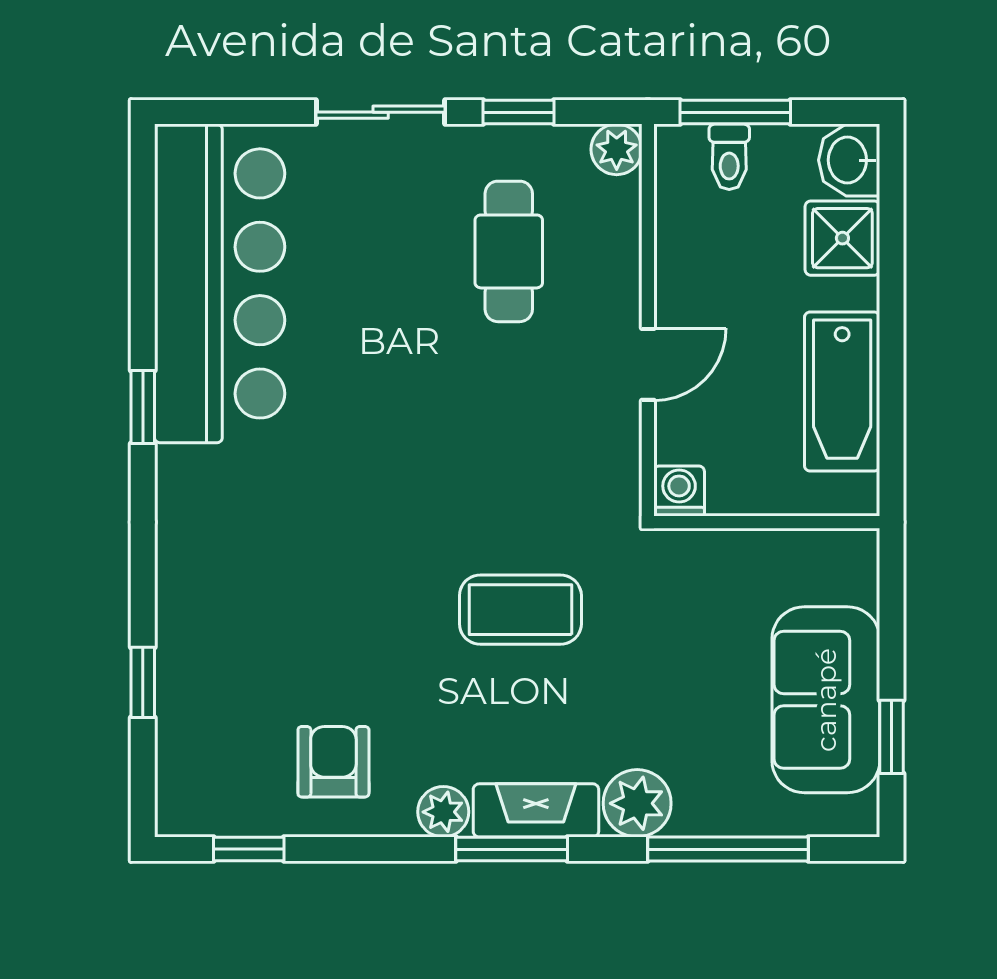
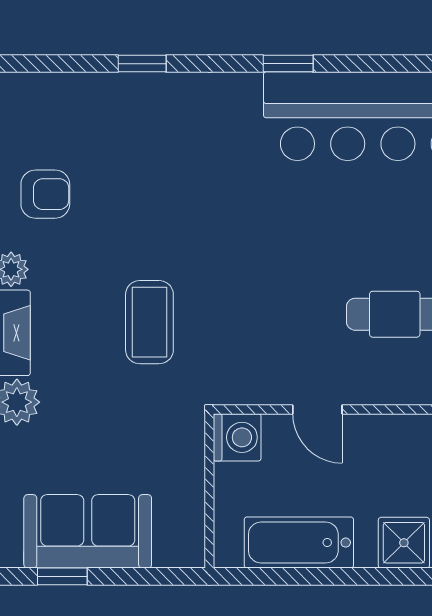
washing machine: (679, 491) -> (237, 437), width x1.38, depth x1.38
window: (143, 682) -> (142, 64), moved

